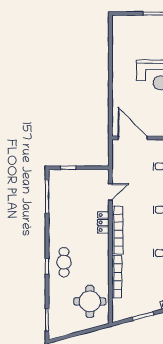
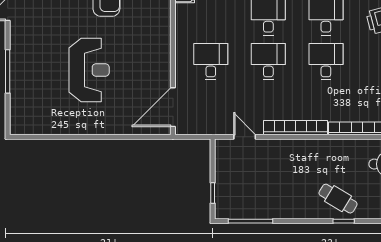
locker: (103, 222) -> (285, 146), removed
cafe table: (64, 262) -> (338, 199), turned 31

